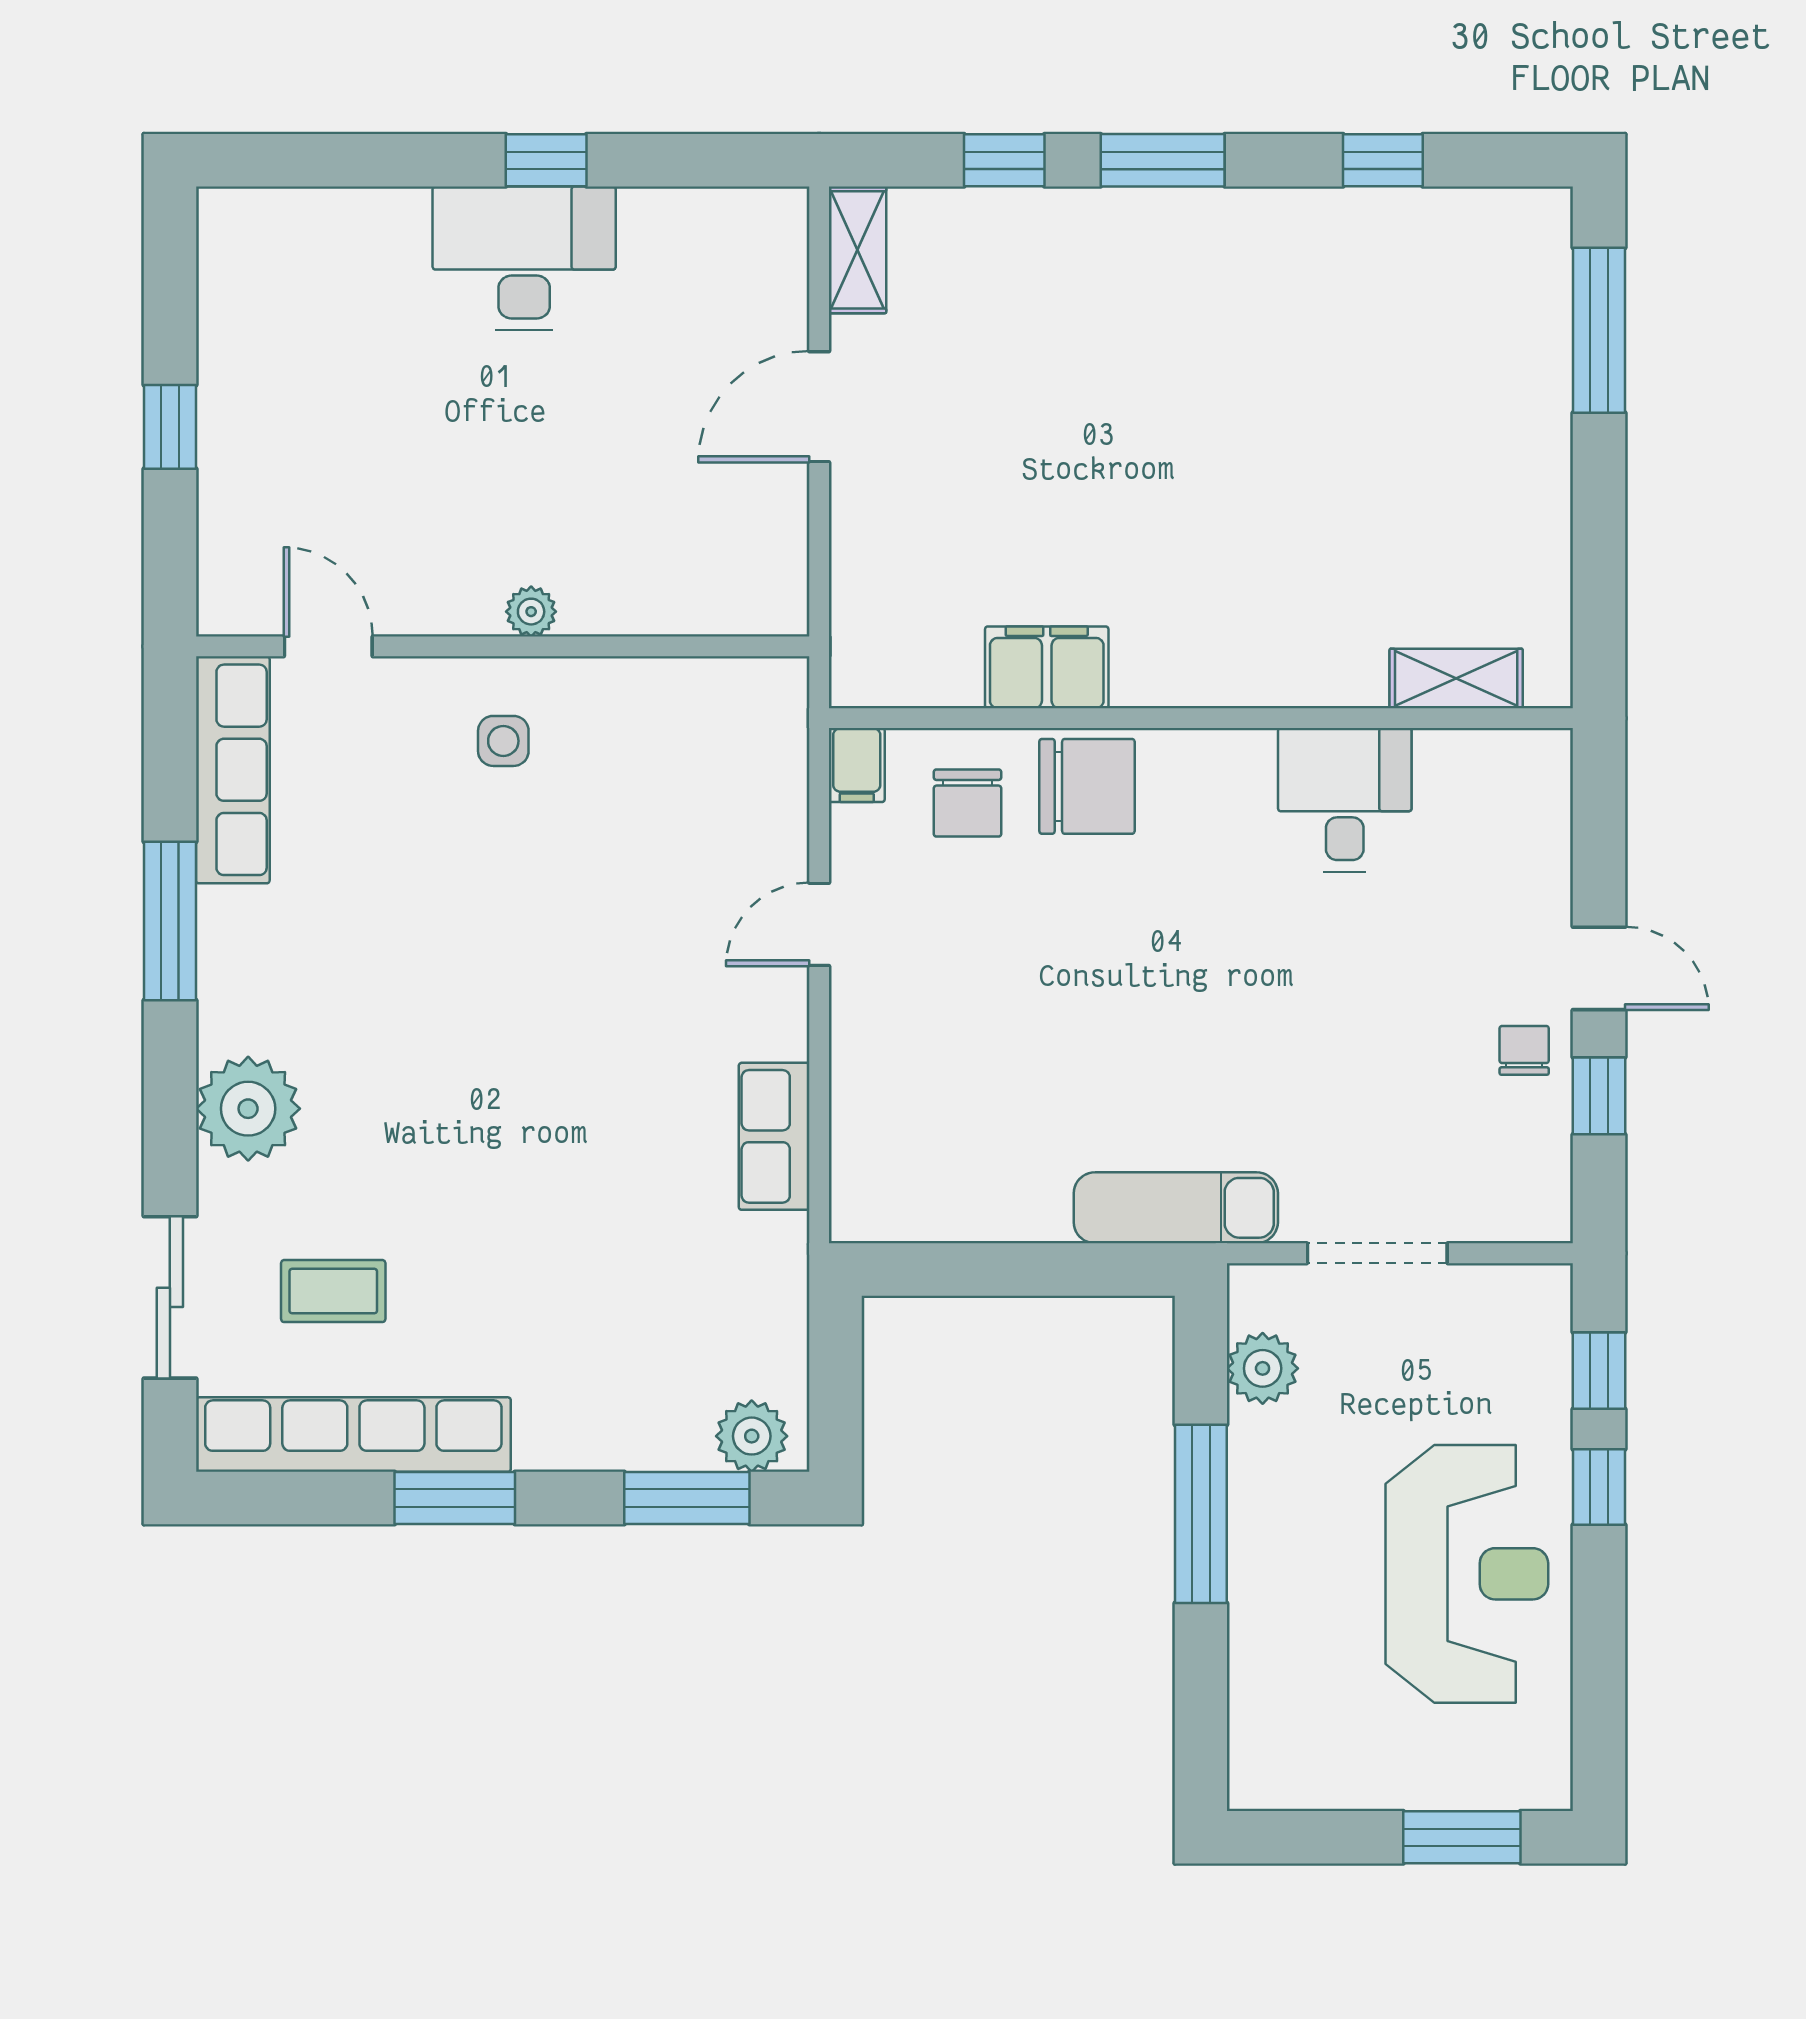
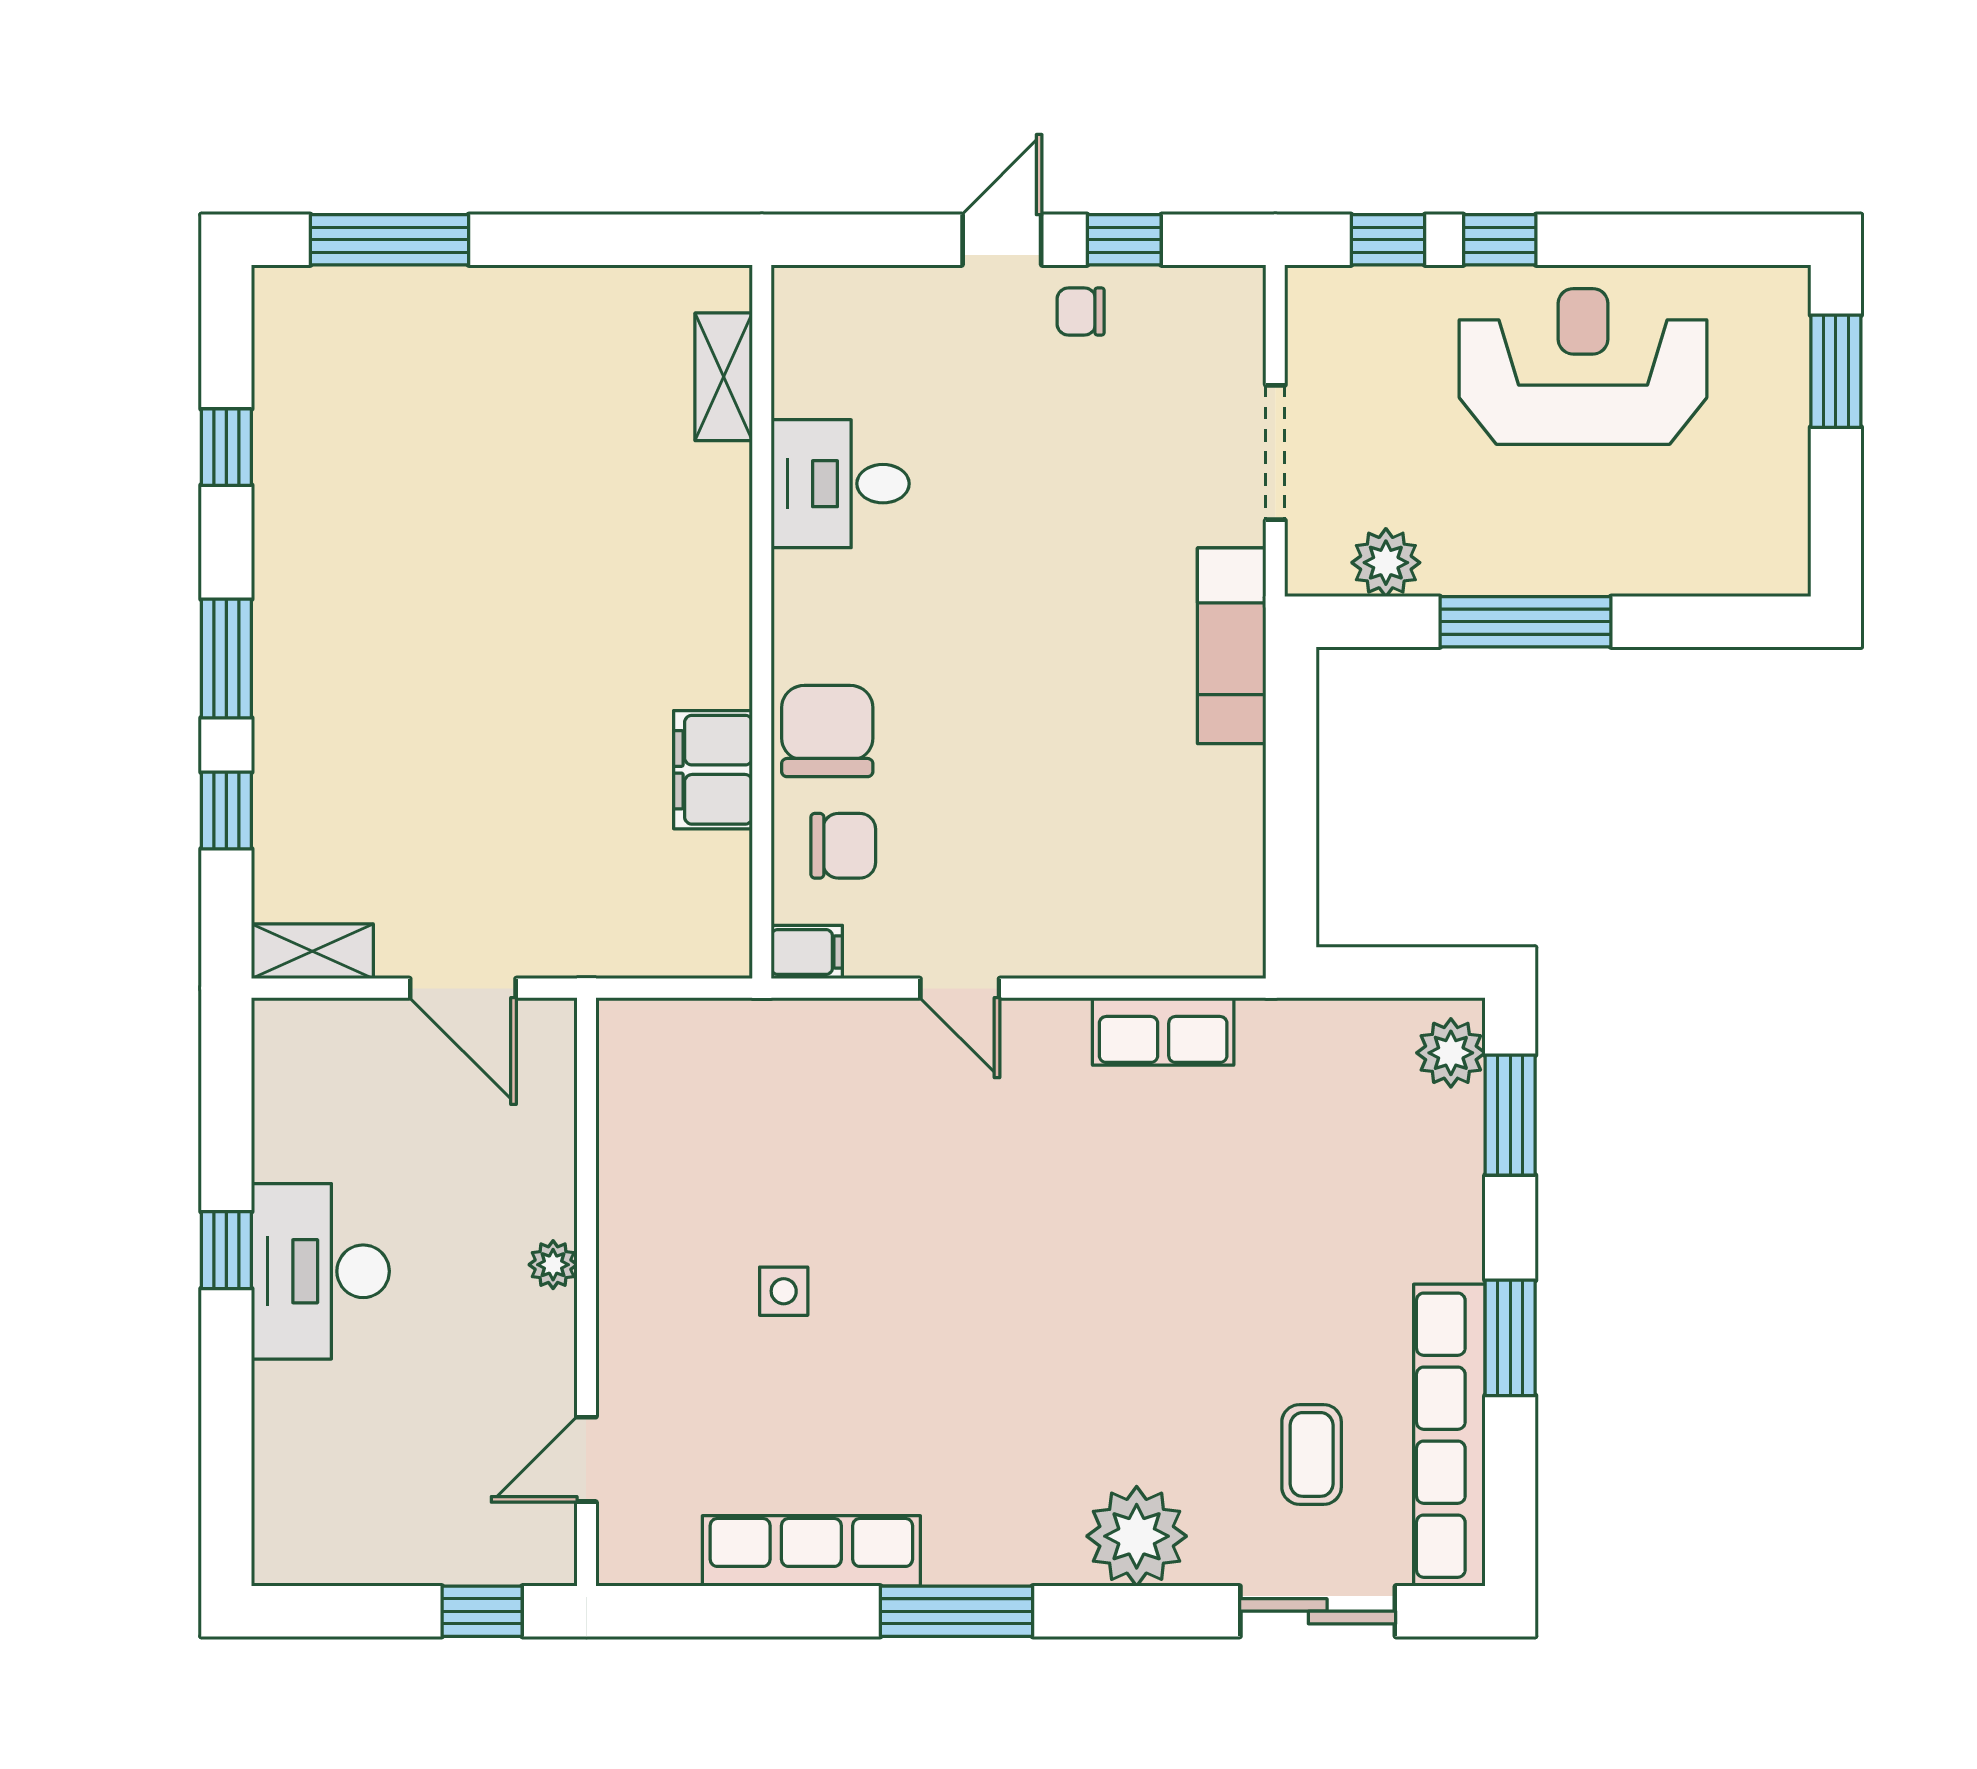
plant: (531, 612) -> (553, 1265), moved
door: (328, 646) -> (586, 1459), moved
wall: (503, 646) -> (586, 1292), moved

